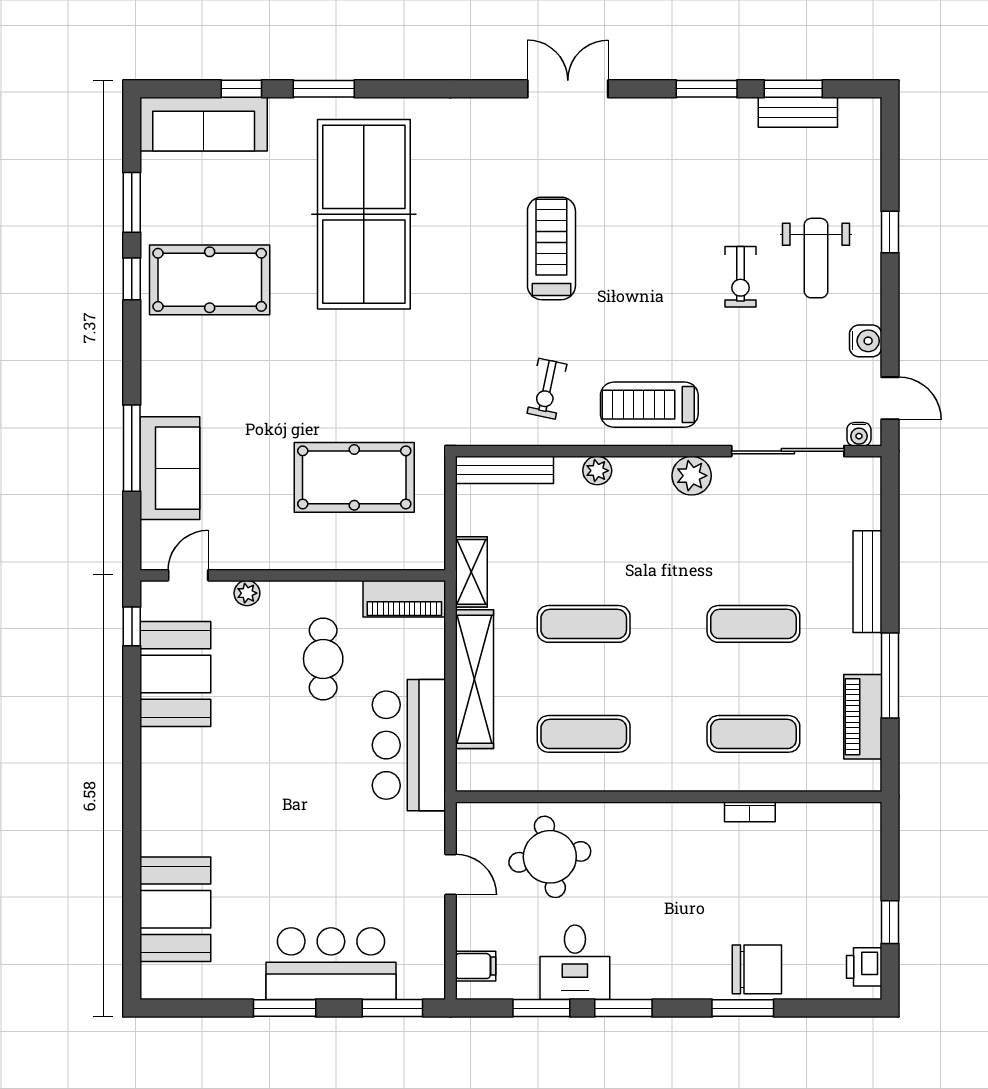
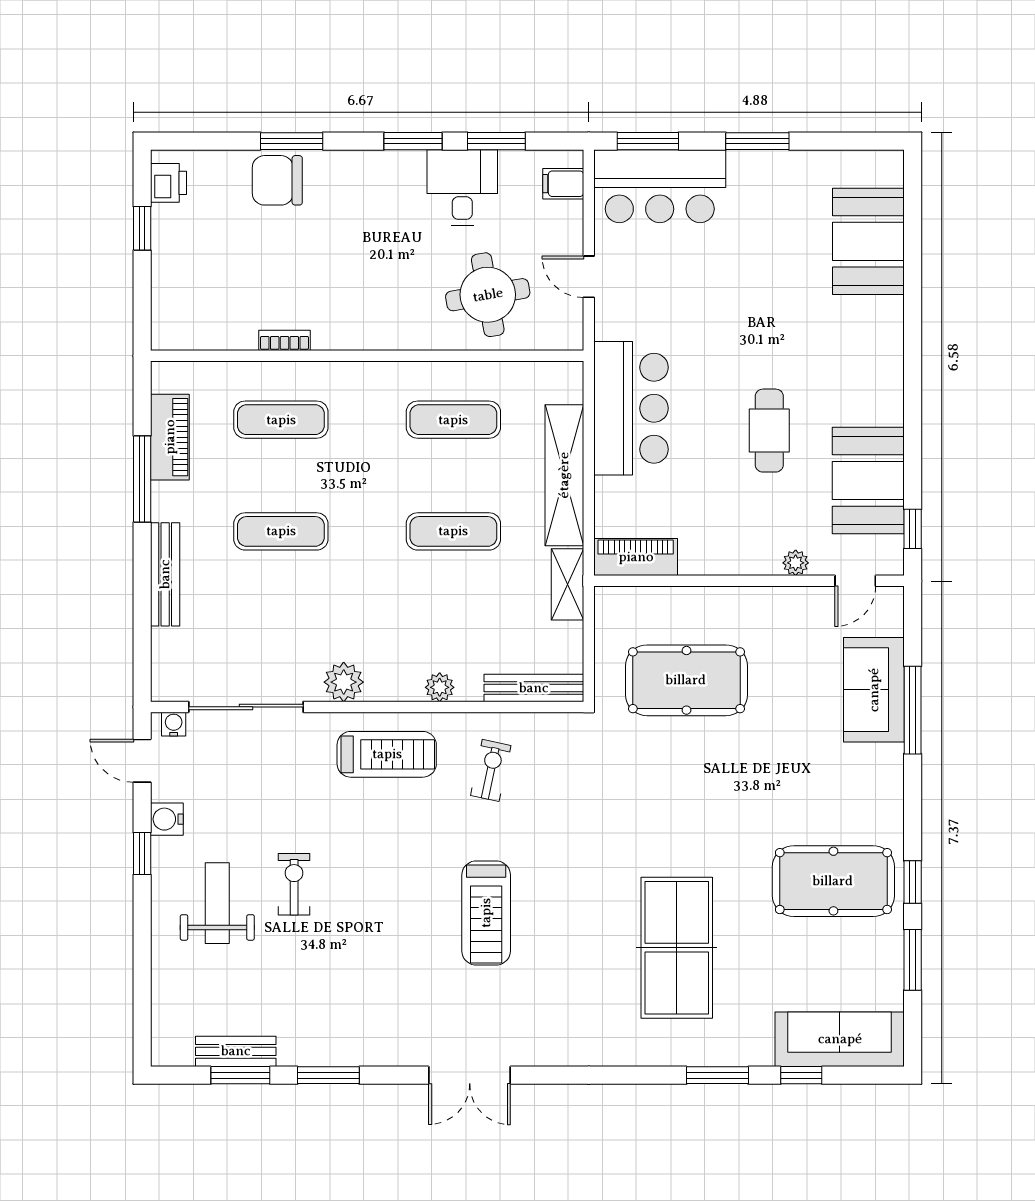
table tennis table: (364, 214) -> (677, 948), width x0.73, depth x0.76
window: (890, 232) -> (142, 854), moved
cafe table: (323, 659) -> (769, 431), moved
bar counter: (331, 964) -> (660, 186), moved

